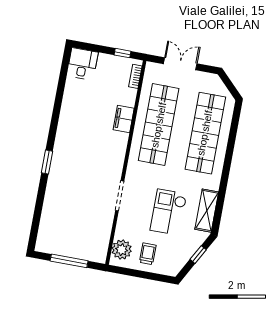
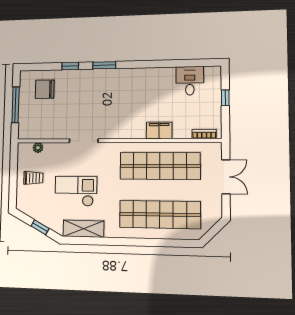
window: (122, 53) -> (225, 98), moved
desk: (82, 64) -> (190, 81), moved, turned -90
window: (41, 197) -> (70, 66), added
chair: (59, 227) -> (45, 89), added
plant: (122, 250) -> (38, 148), width x0.53, depth x0.53

